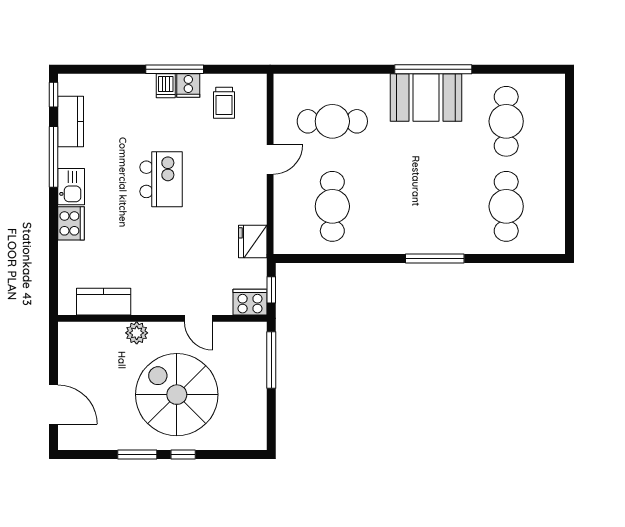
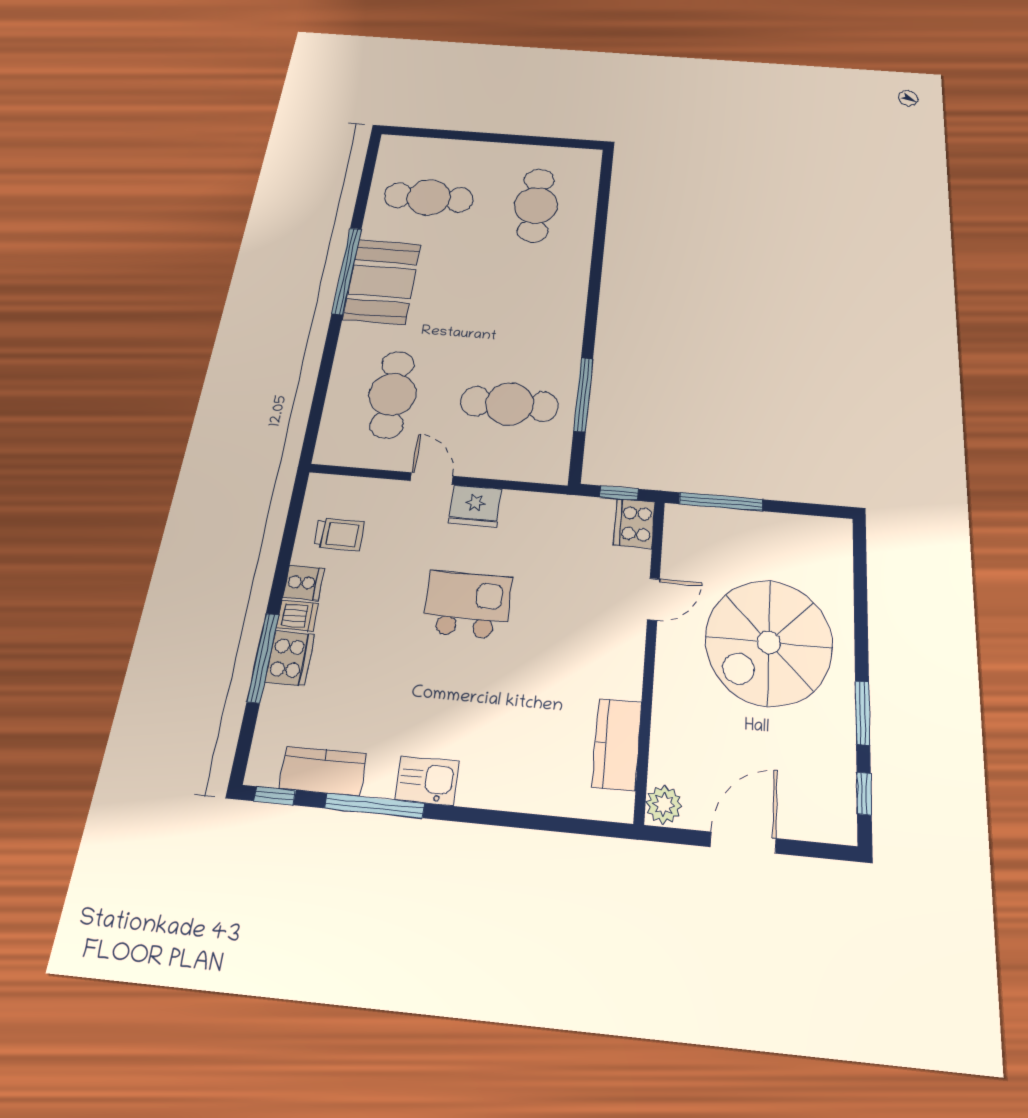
window: (175, 69) -> (263, 658), moved
kitchen island: (161, 179) -> (467, 605), moved
cafe table: (506, 206) -> (536, 205), turned 90
cooker: (71, 223) -> (290, 658), moved, turned 90
fridge: (253, 242) -> (475, 506), moved
window: (435, 259) -> (583, 394), moved
plant: (137, 333) -> (664, 805), moved
door: (54, 405) -> (743, 843), moved
window: (183, 454) -> (864, 794), moved

